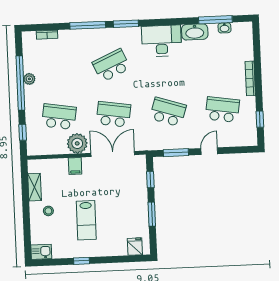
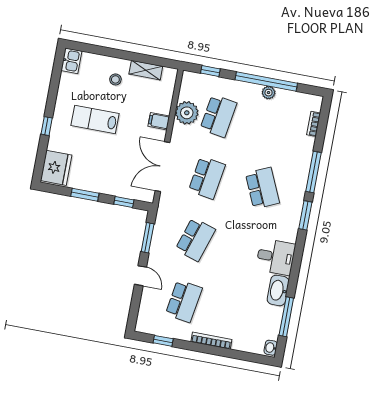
washbasin: (224, 28) -> (271, 348), moved
desk: (162, 41) -> (276, 257), width x0.73
plant: (77, 143) -> (187, 113), moved
double door: (113, 154) -> (162, 167), swing flipped
fridge: (135, 247) -> (56, 168), width x1.88, depth x1.34
window: (81, 261) -> (47, 126), moved

